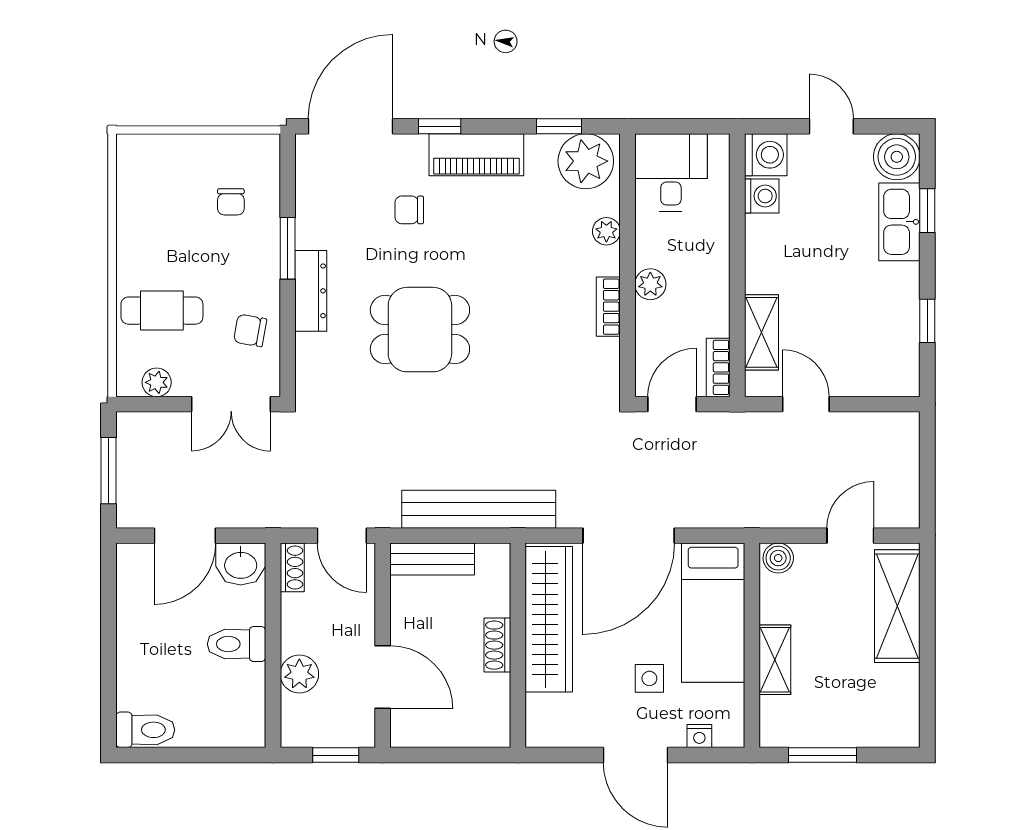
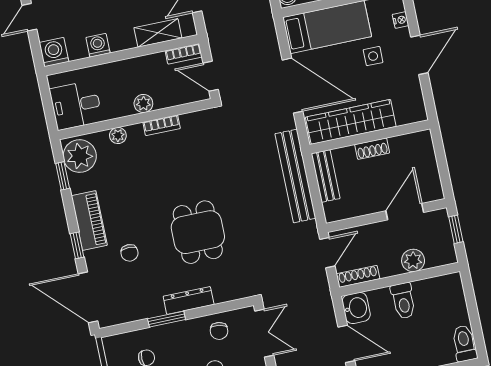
washing machine: (762, 196) -> (98, 45), moved
bench: (432, 559) -> (326, 176), moved
shoe rack: (292, 567) -> (358, 276), width x1.43

